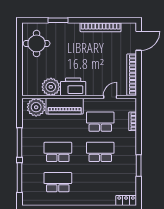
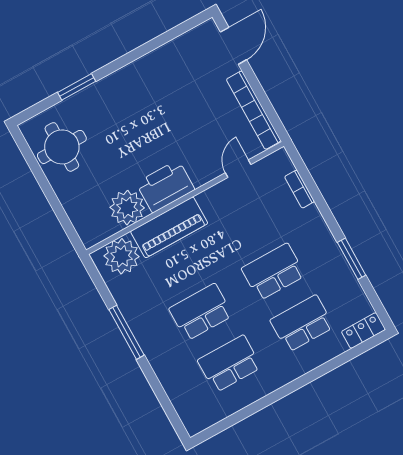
bookcase: (101, 27) -> (156, 58), removed
school desk: (100, 122) -> (302, 324), moved
window: (19, 178) -> (160, 392), removed

